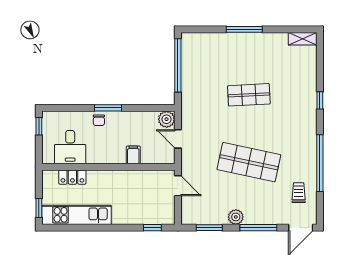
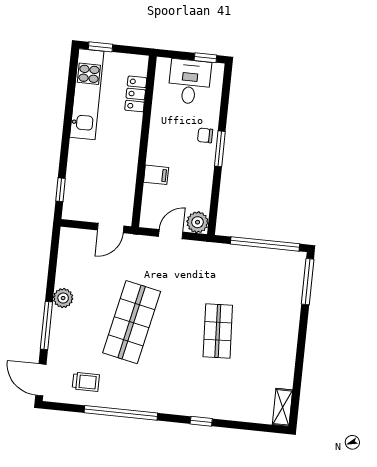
window: (244, 29) -> (308, 282), moved
desk: (70, 147) -> (190, 82), moved, turned 90
window: (209, 228) -> (53, 263), removed

